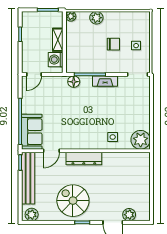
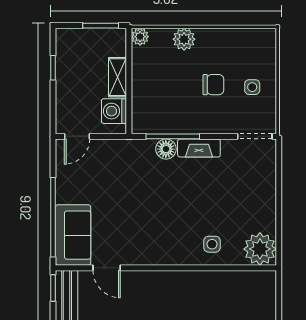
floor lamp: (74, 82) -> (166, 149), moved
door: (51, 151) -> (107, 268), hinge flipped
dresser: (84, 159) -> (162, 281), removed

